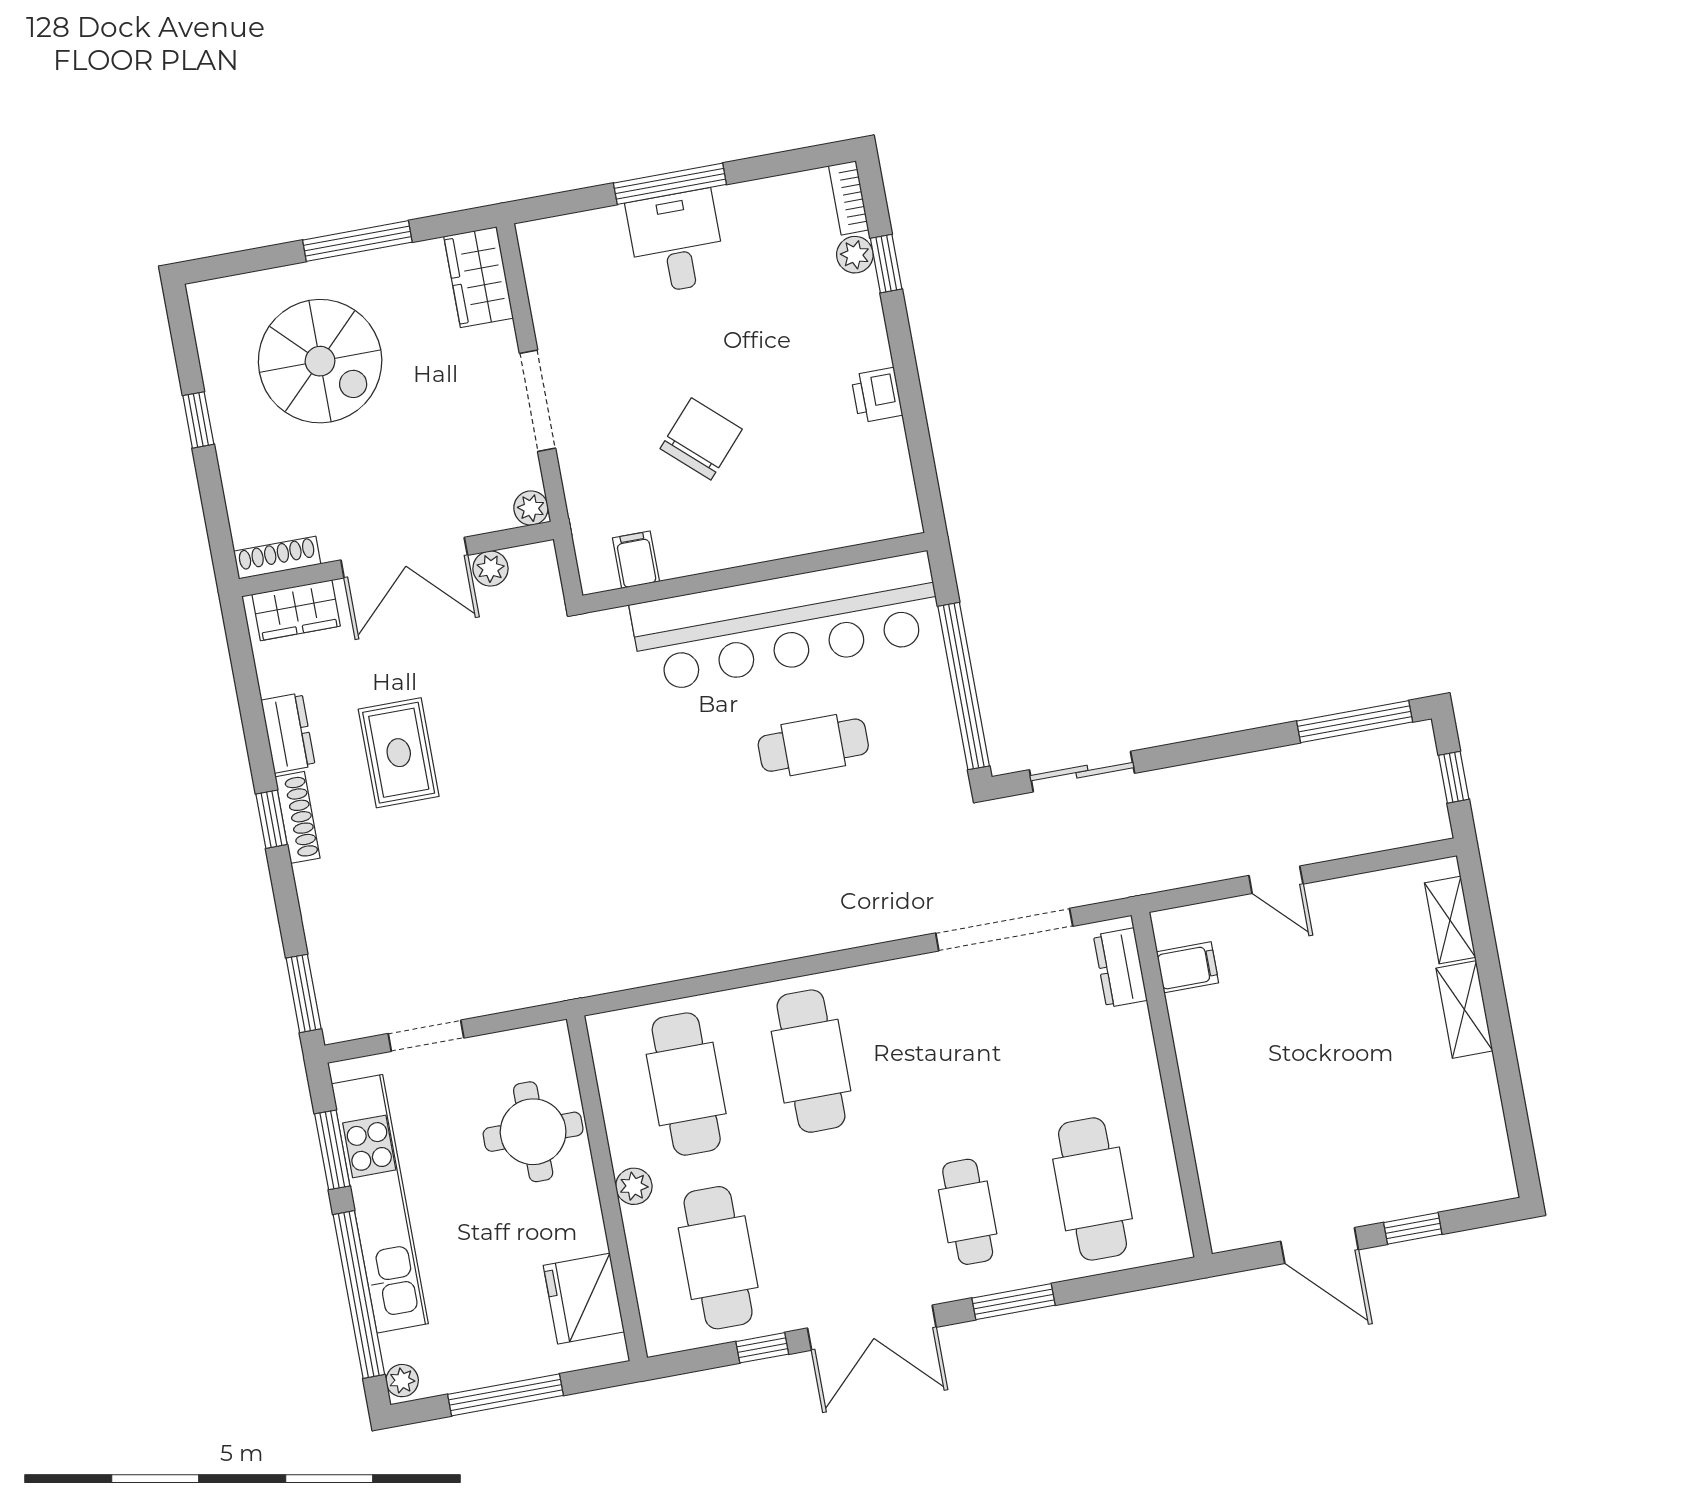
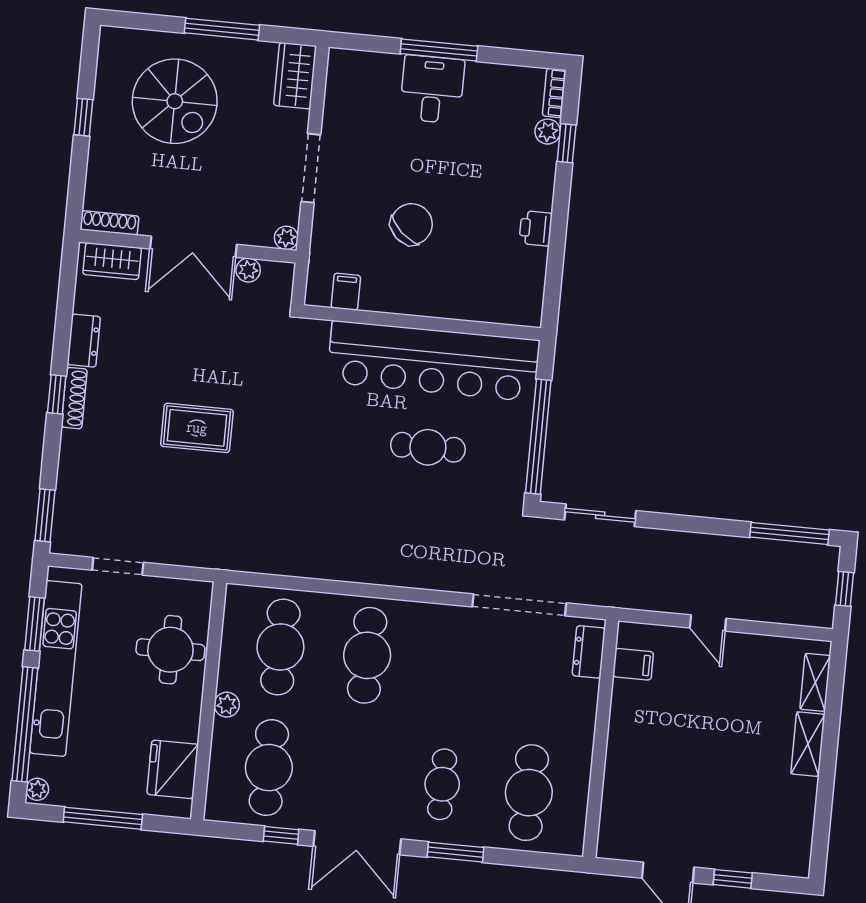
rug: (399, 753) -> (197, 428), moved, turned 90

